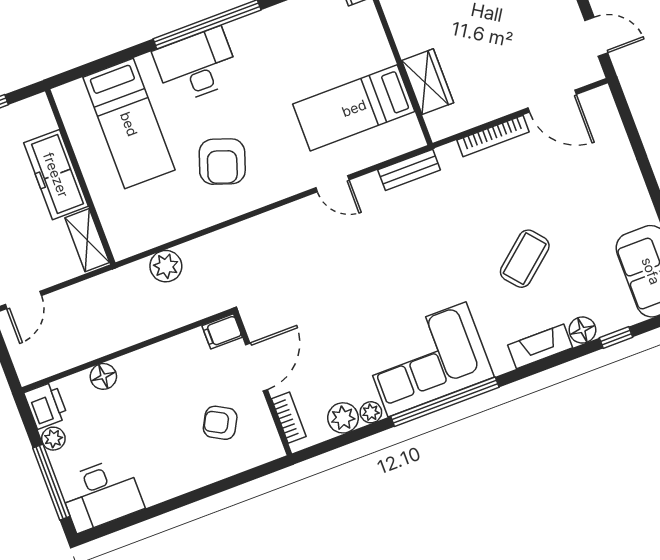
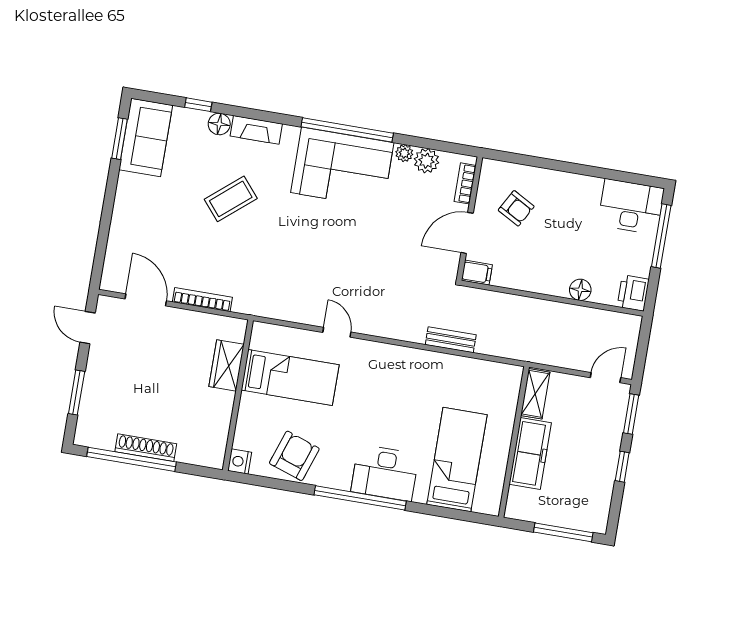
armchair: (222, 162) -> (294, 456), moved
bench: (409, 170) -> (451, 340), moved
plant: (166, 266) -> (490, 343), removed
plant: (53, 439) -> (642, 266), removed

